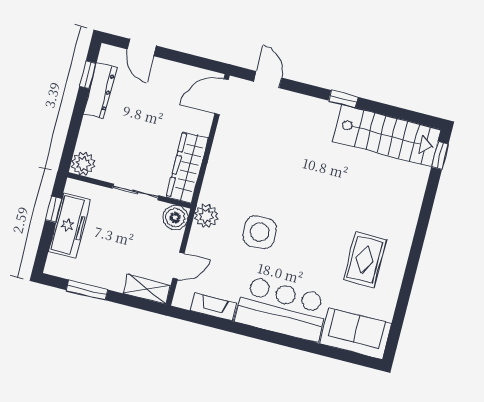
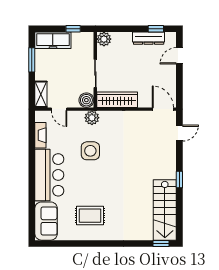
freezer: (70, 225) -> (53, 40), moved

